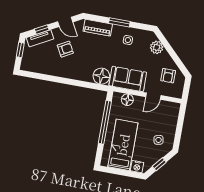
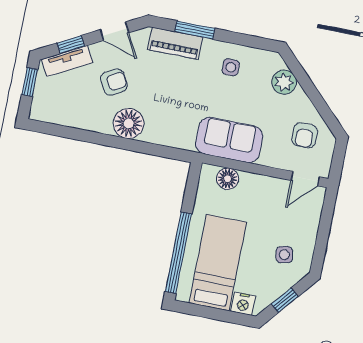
window: (119, 22) -> (195, 30), moved
floor lamp: (101, 76) -> (129, 123), moved
door: (153, 96) -> (305, 179), moved
window: (105, 122) -> (178, 253), moved

